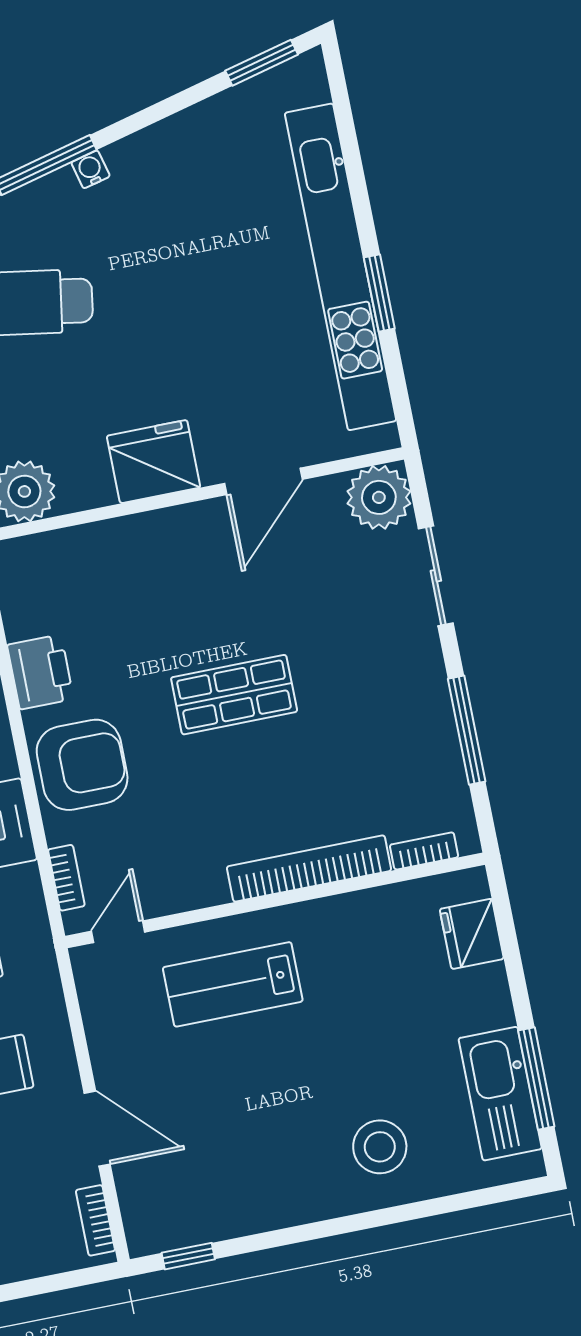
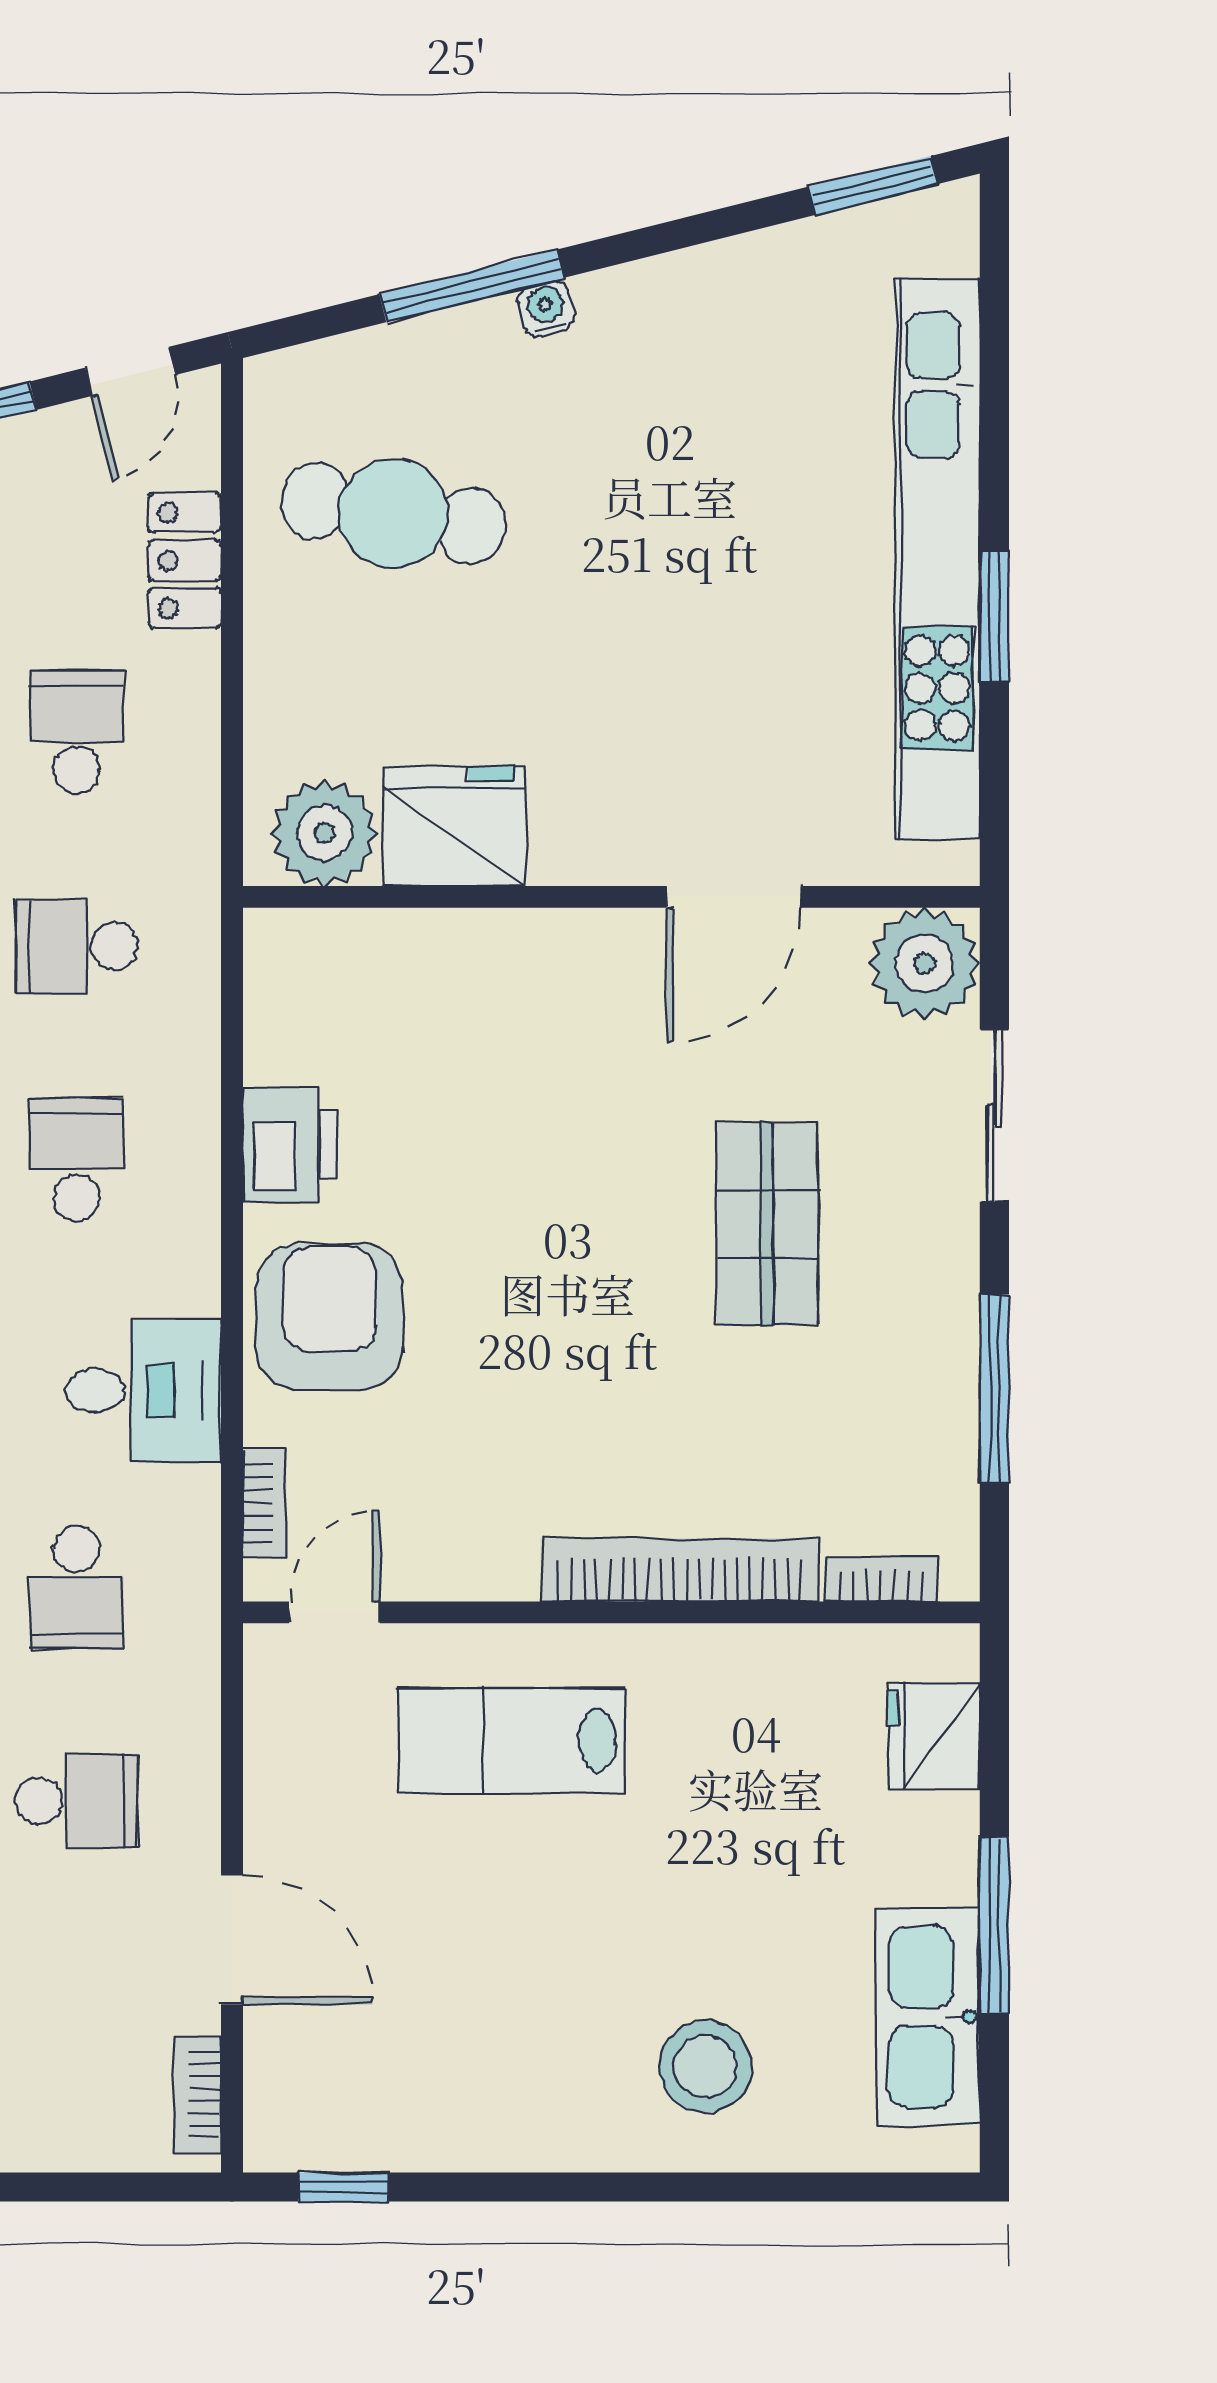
fridge: (154, 462) -> (454, 826), moved
shop shelf: (234, 695) -> (767, 1224), moved, turned 90
armchair: (82, 765) -> (330, 1317), turned -90
window: (536, 1079) -> (994, 1925), moved

